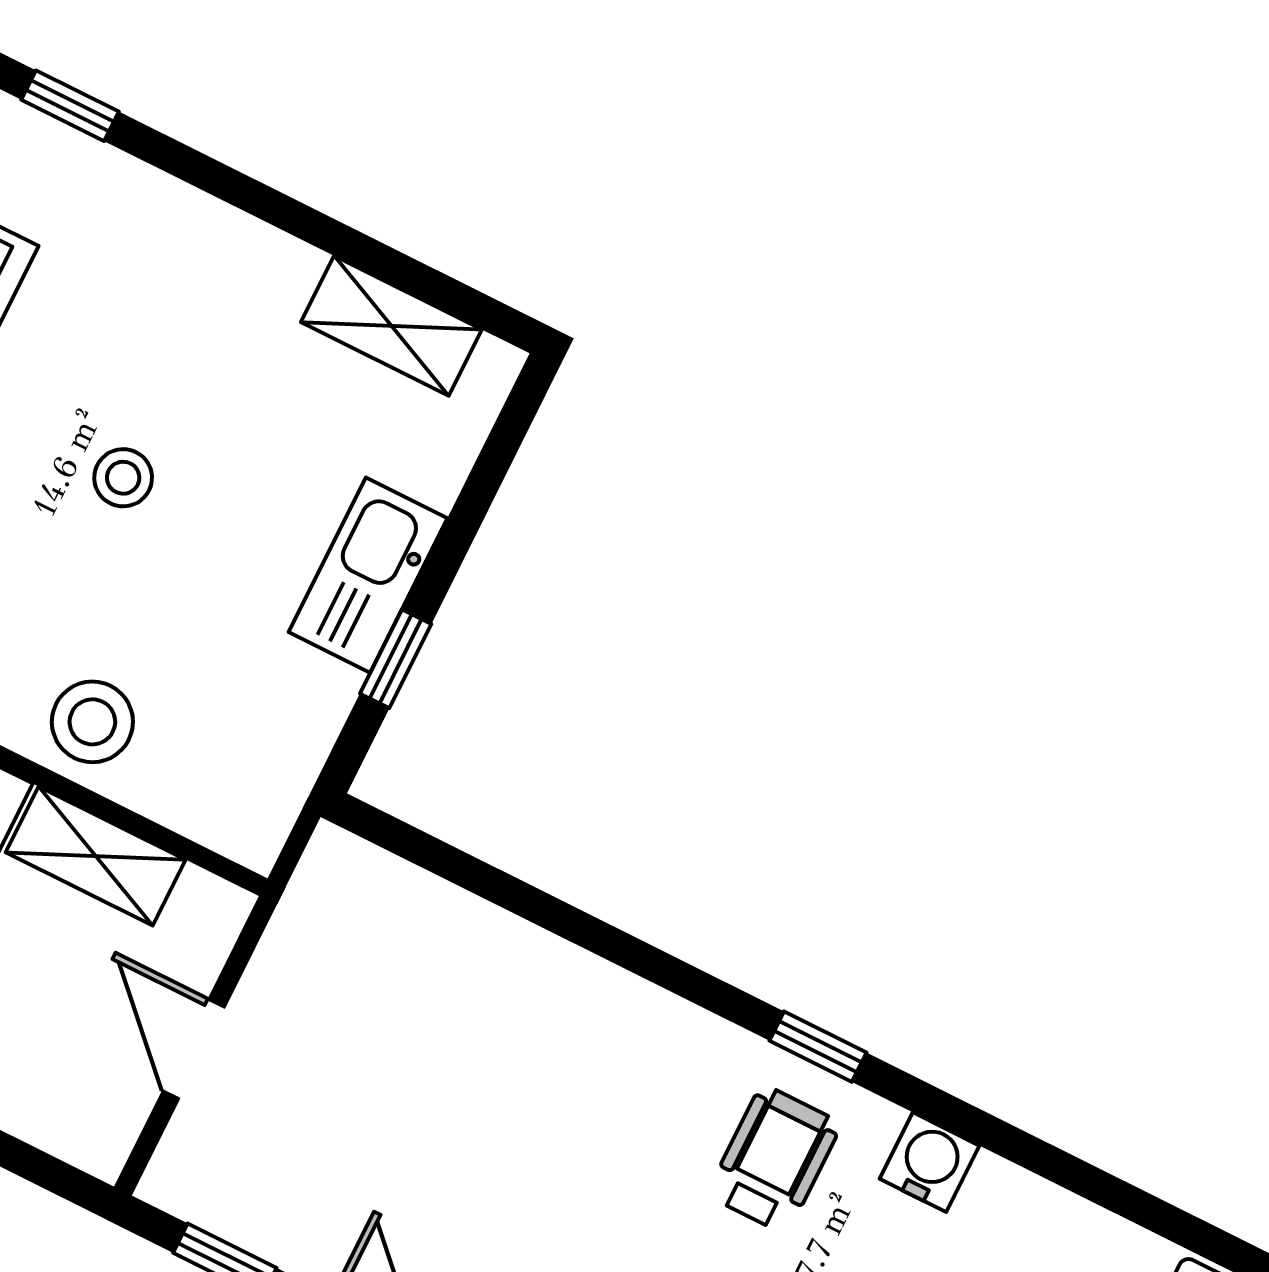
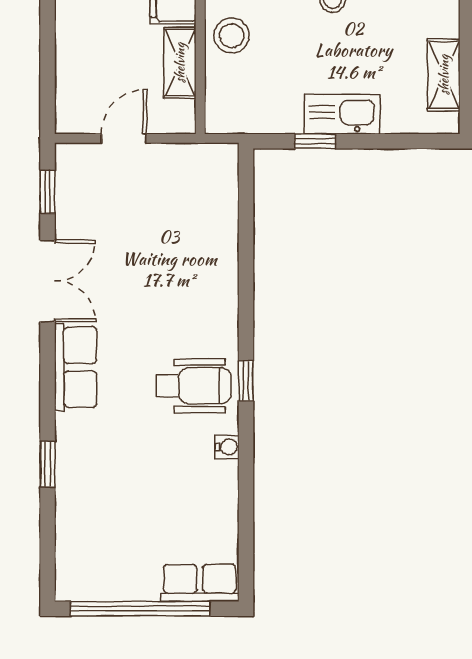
wheelchair: (774, 1159) -> (194, 386), width x1.36, depth x1.37
water cooler: (929, 1162) -> (227, 447), width x0.72, depth x0.72

